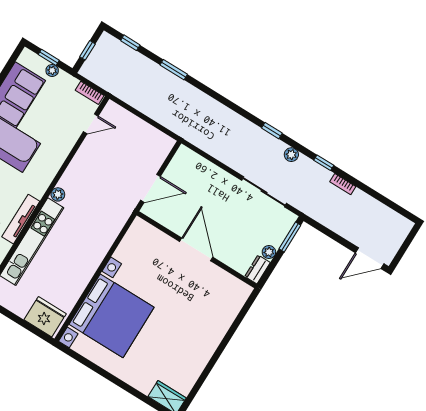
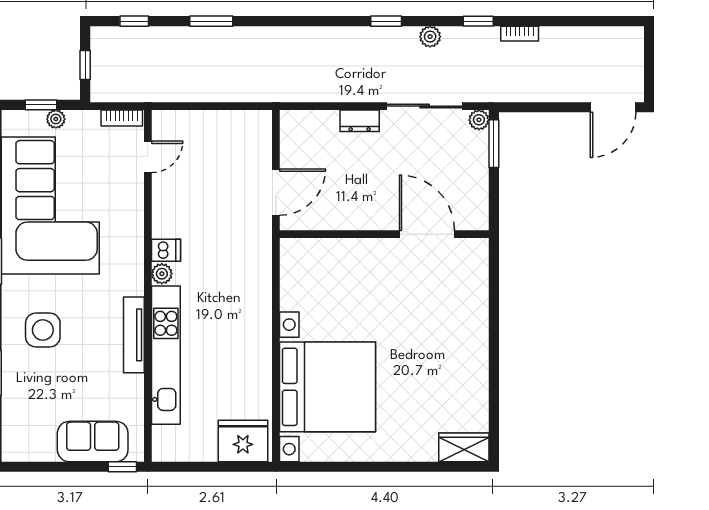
dishwasher: (68, 183) -> (166, 250), added
door: (196, 249) -> (427, 234), moved
plant: (269, 252) -> (479, 120), moved
dresser: (257, 269) -> (360, 121), moved, turned -90

